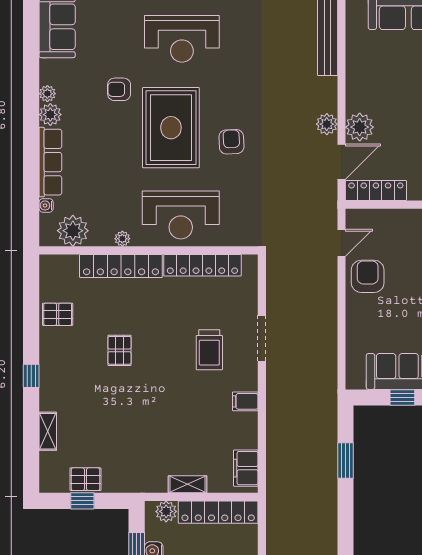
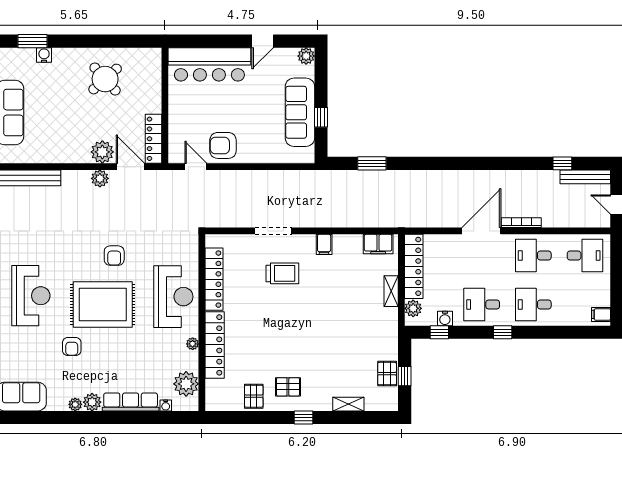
armchair: (231, 142) -> (114, 256), turned -87
pallet: (119, 350) -> (288, 387), moved

